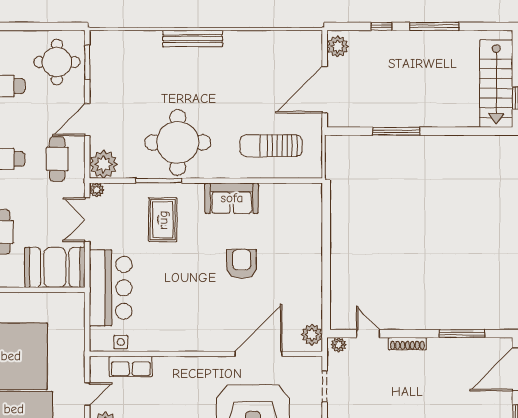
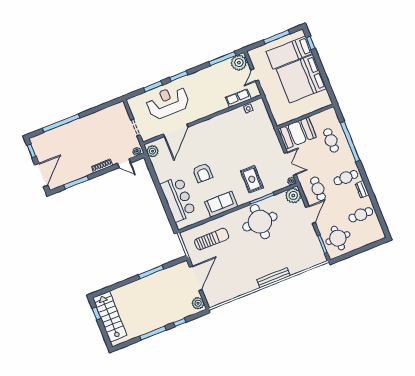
bar counter: (111, 288) -> (178, 199), moved, turned 180

